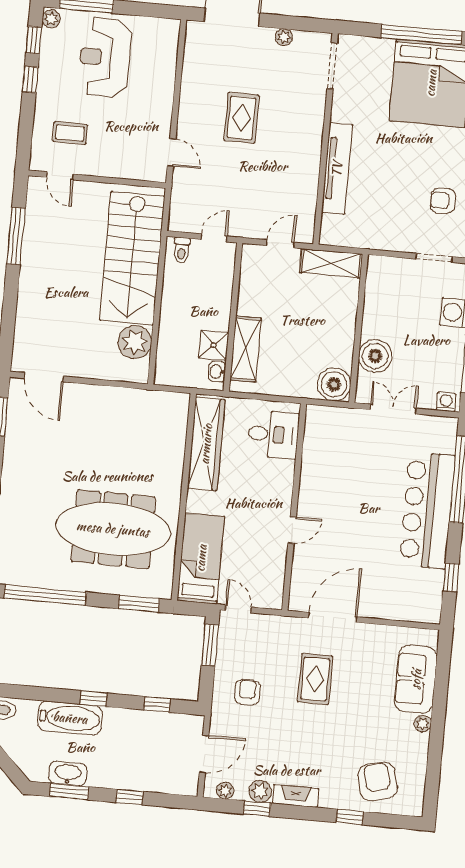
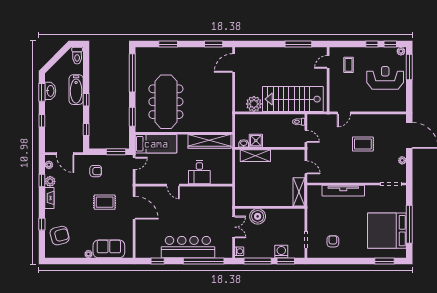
boiler: (334, 384) -> (243, 198), removed
desk: (273, 434) -> (199, 172), moved

